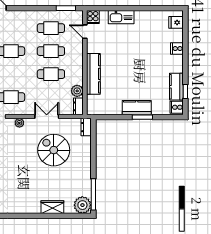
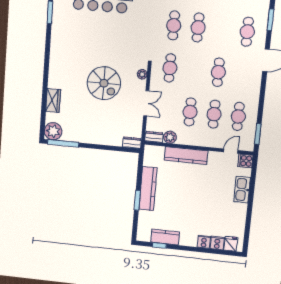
cooker: (177, 107) -> (217, 243), moved
kitchen counter: (137, 108) -> (148, 189), width x1.50
spiral stairs: (54, 150) -> (104, 83), moved, turned 90

